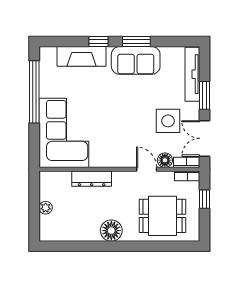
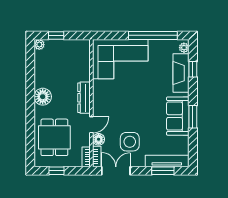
window: (99, 41) -> (193, 69), moved
plant: (50, 53) -> (184, 48), added
window: (205, 95) -> (163, 171), moved
dresser: (92, 179) -> (84, 98), moved
window: (205, 199) -> (57, 171), moved
plant: (46, 208) -> (39, 45), moved
window: (34, 214) -> (56, 35), added

